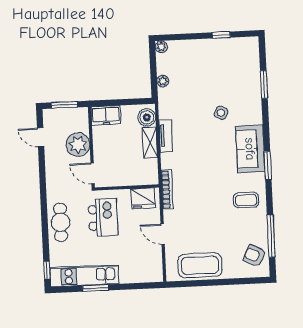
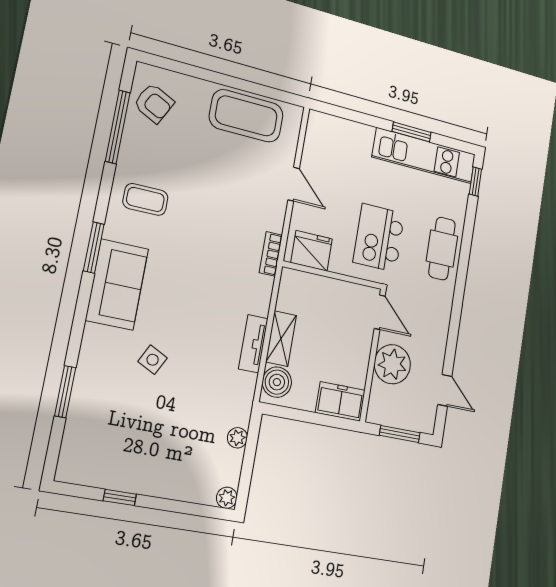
bookcase: (167, 190) -> (271, 254), width x0.64

